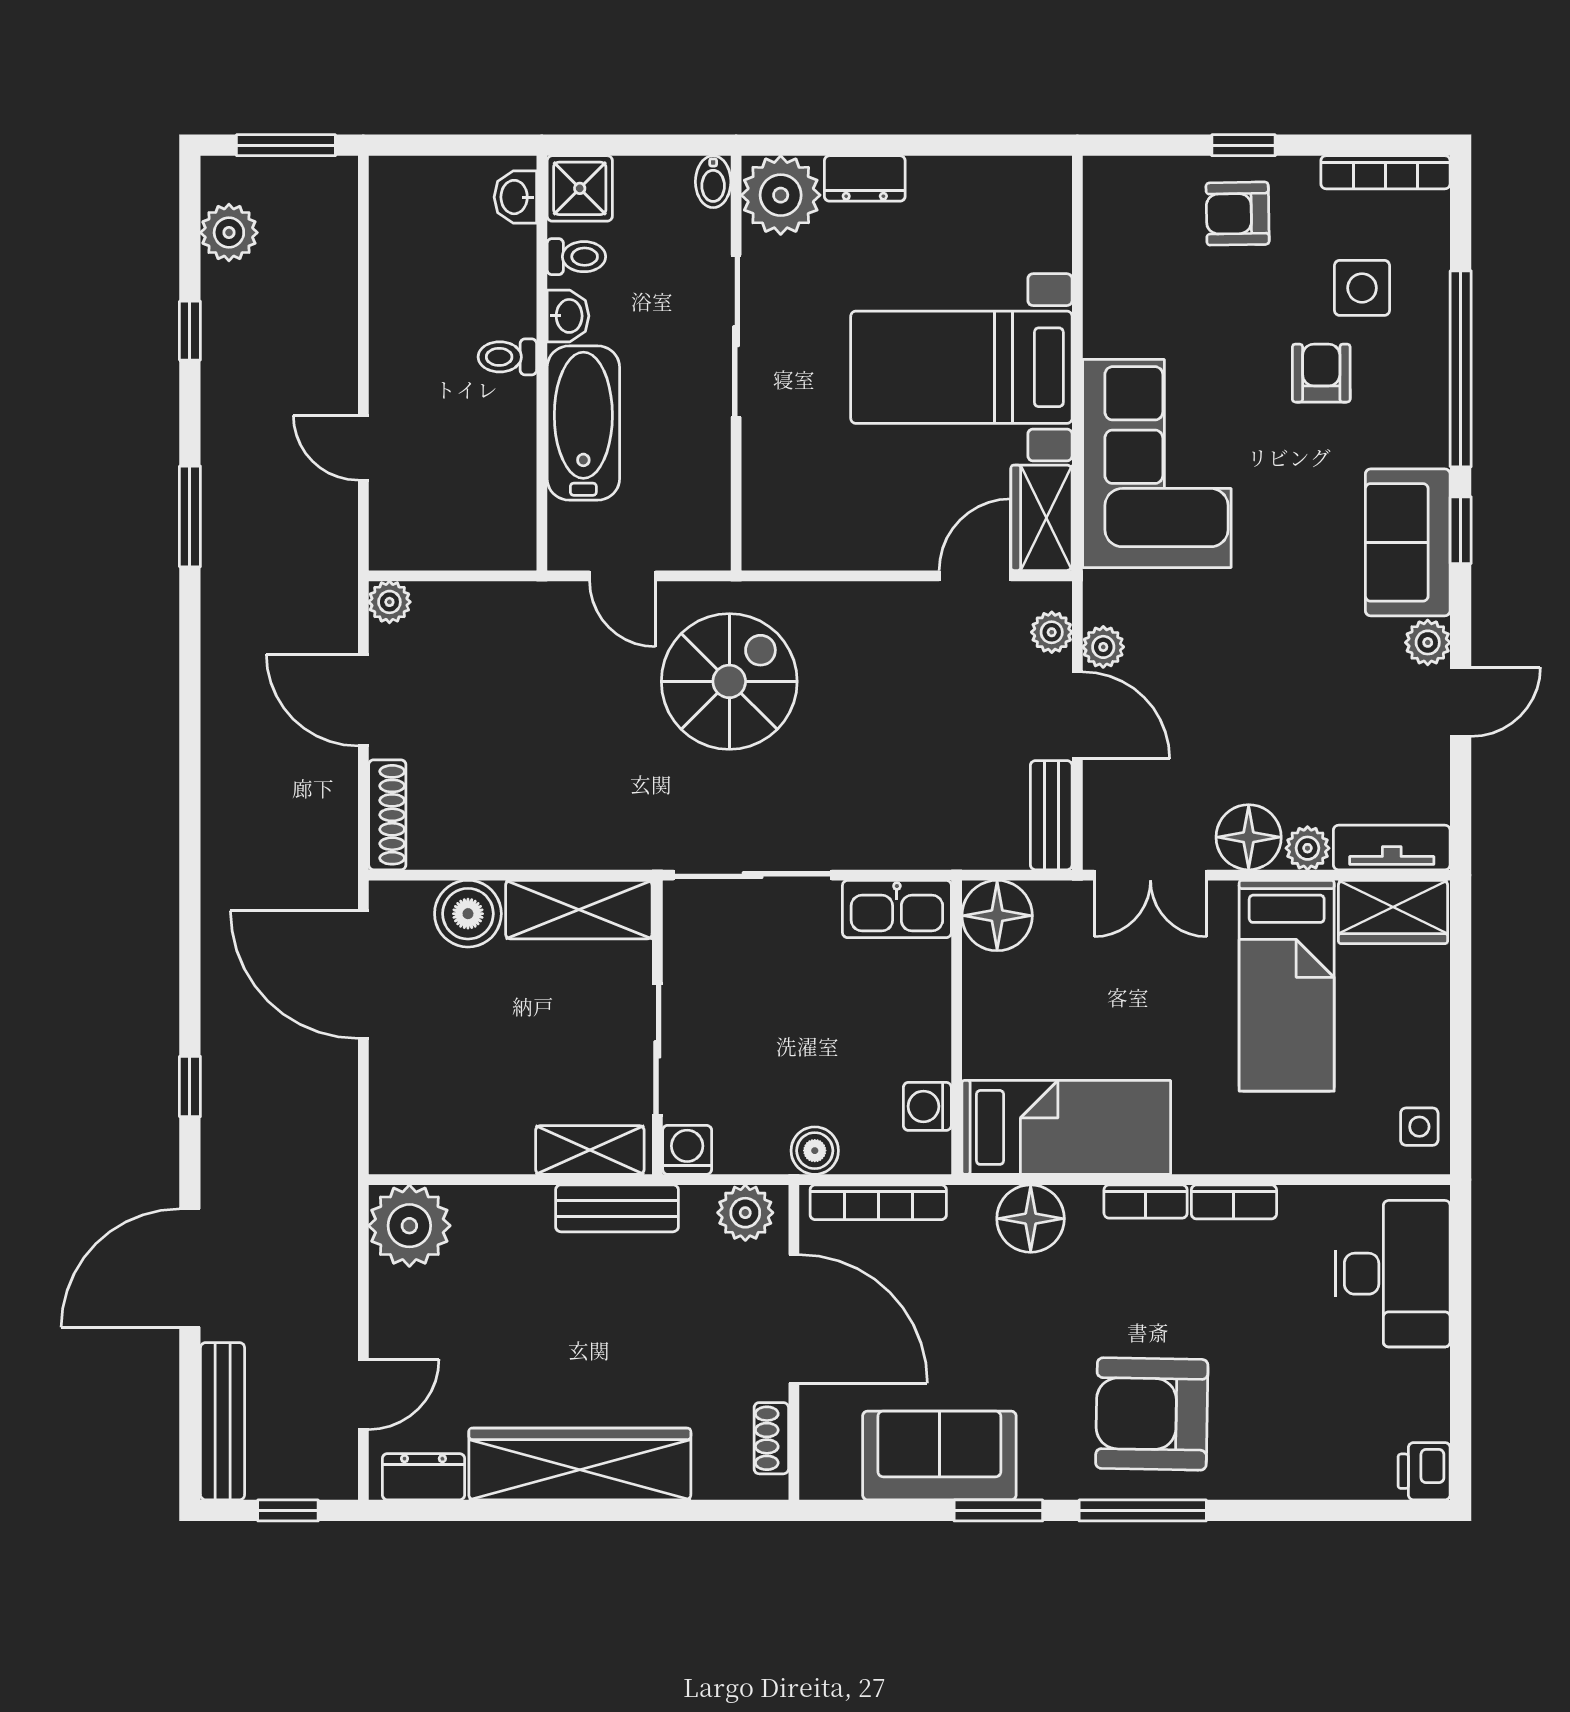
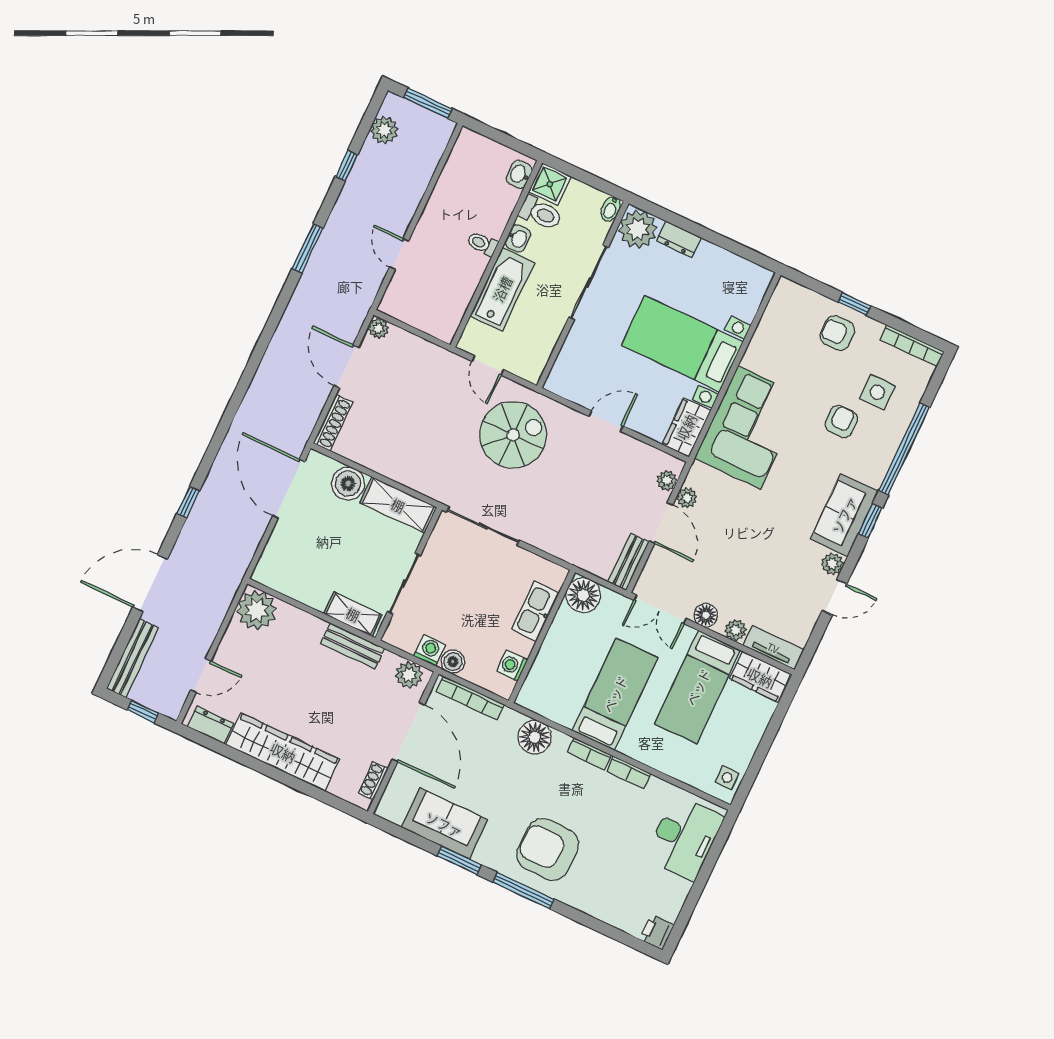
toilet: (576, 257) -> (540, 213), width x1.37, depth x1.39
door: (975, 576) -> (606, 421), moved
floor lamp: (1249, 837) -> (706, 615), width x0.73, depth x0.73
kitchen sink: (897, 909) -> (535, 611), moved, turned 90
bed: (1066, 1127) -> (615, 694), moved, turned -90
washing machine: (687, 1150) -> (430, 650), moved

